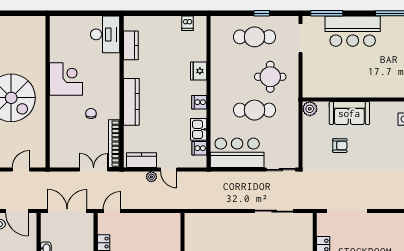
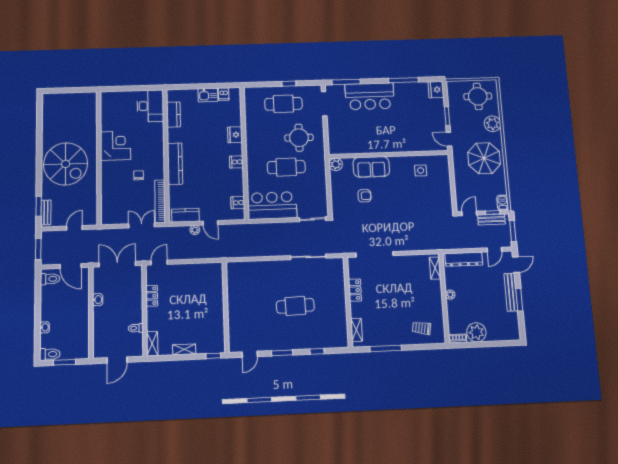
kitchen sink: (199, 129) -> (208, 95), moved, turned -90

